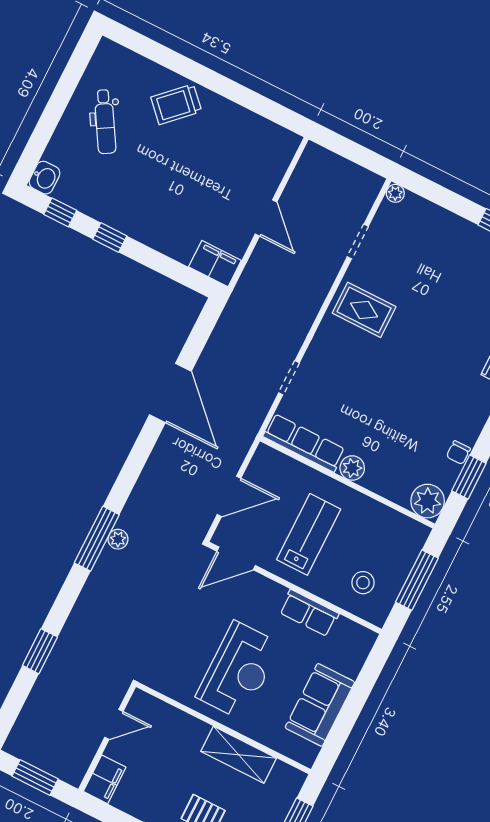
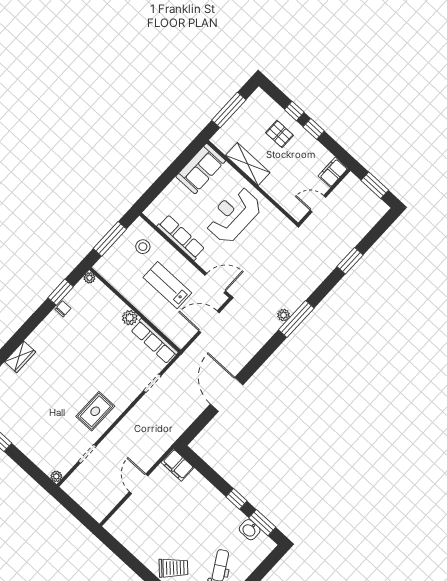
washbasin: (45, 178) -> (250, 530), moved, turned -90
window: (60, 212) -> (262, 523), width x1.50
rug: (364, 310) -> (95, 411), turned 90
plant: (428, 501) -> (89, 278), width x0.53, depth x0.53
lab bench: (309, 534) -> (167, 285), turned 90
row of seats: (309, 613) -> (181, 238), width x1.48
sofa: (320, 705) -> (201, 169), moved

